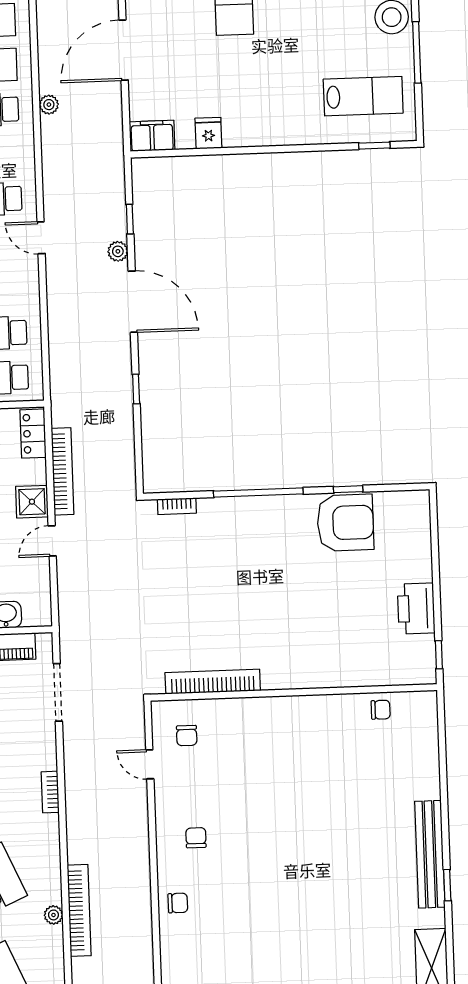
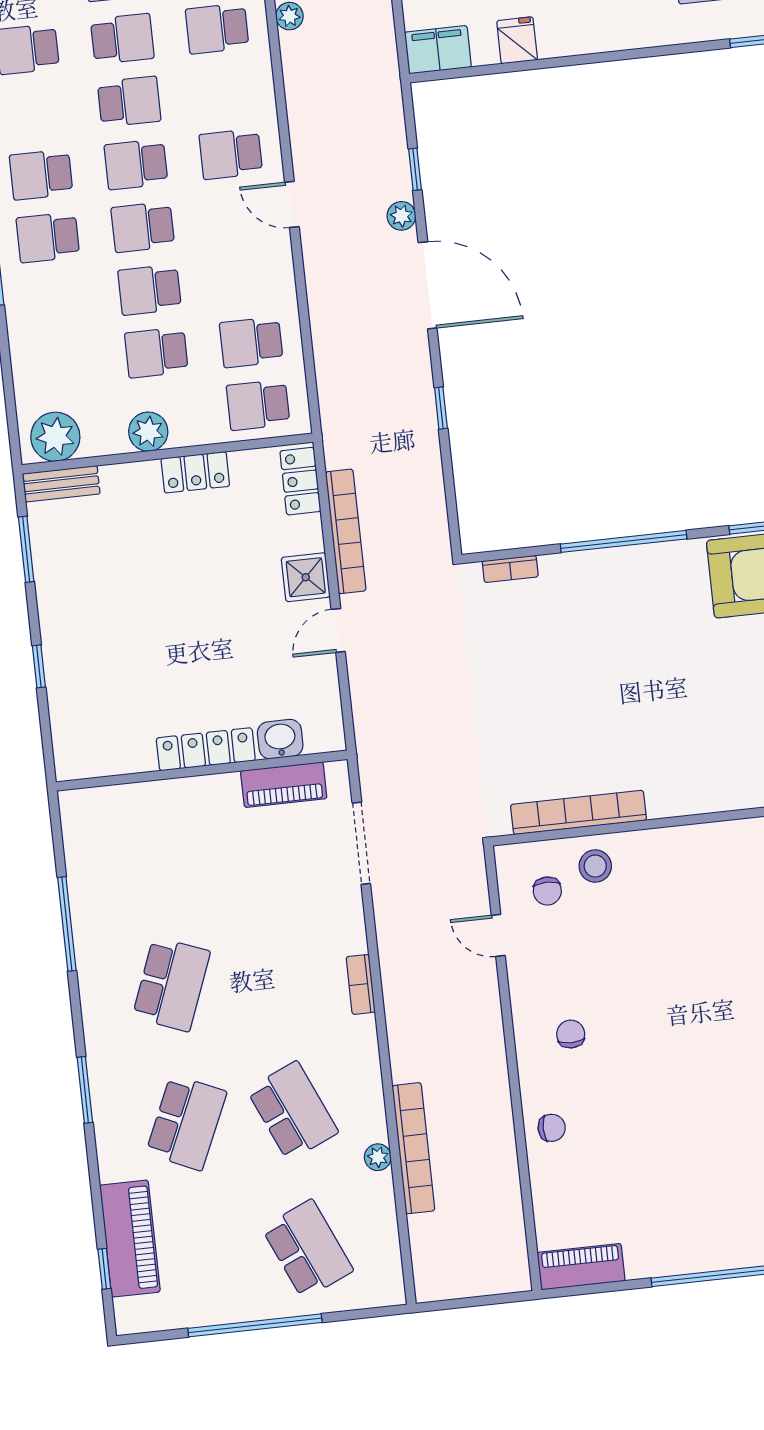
stool: (222, 720) -> (595, 866), added

